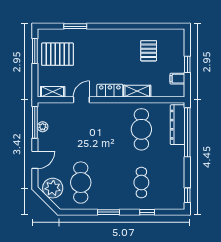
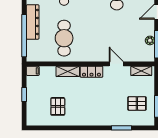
pallet: (58, 54) -> (137, 103), width x0.67, depth x0.71
filing cabinet: (177, 79) -> (33, 71), moved
door: (81, 100) -> (116, 64), swing flipped
dresser: (178, 125) -> (33, 22), moved

